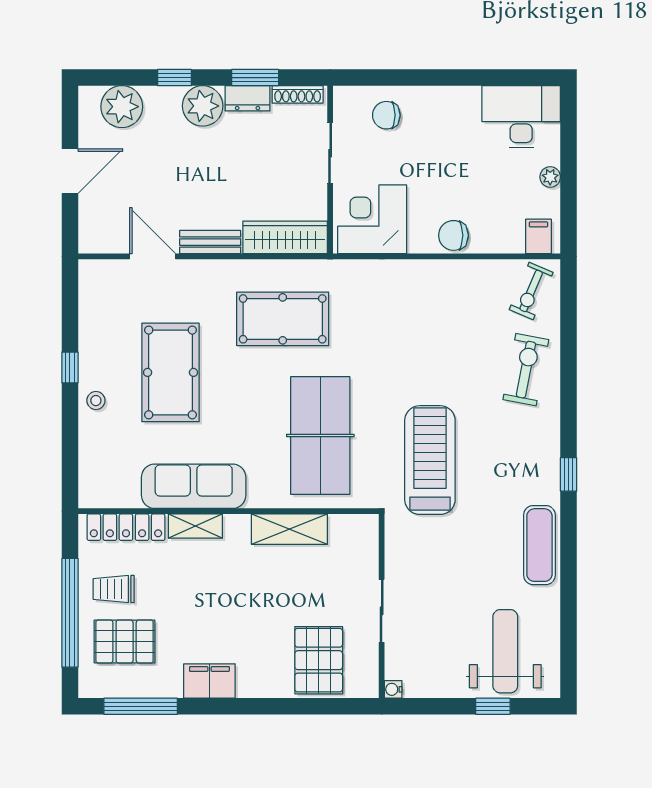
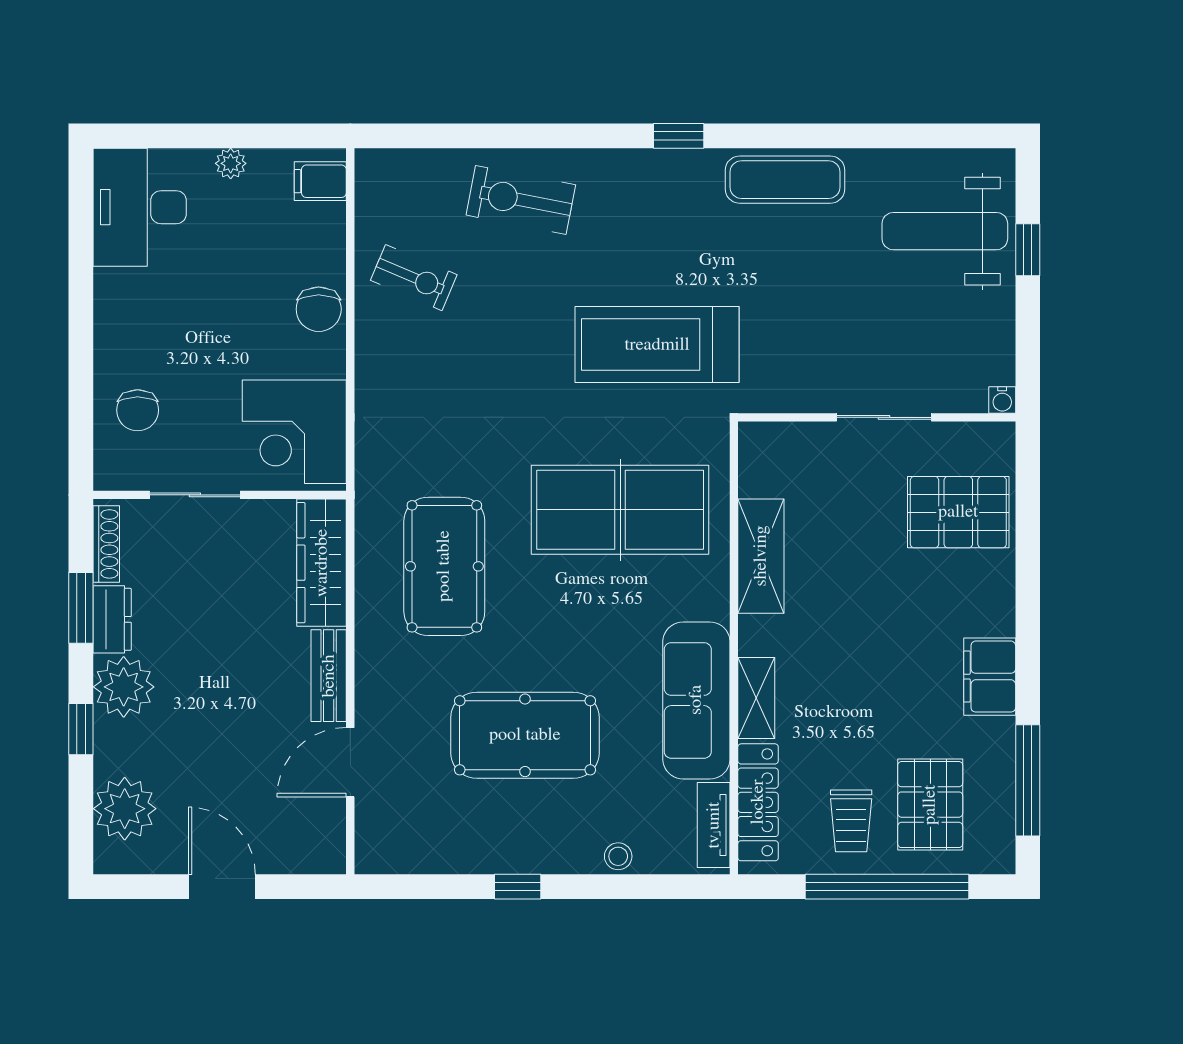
exercise bike: (531, 291) -> (414, 278), moved
stool: (96, 401) -> (618, 856), moved
tv unit: (111, 498) -> (714, 825), added

